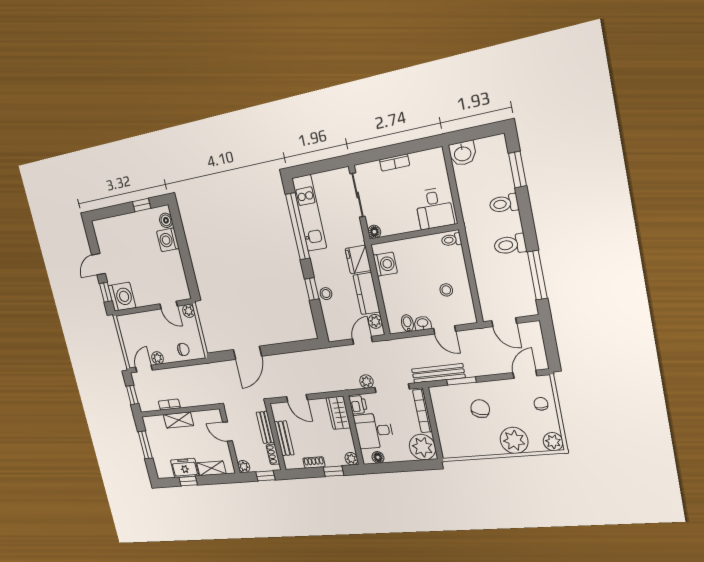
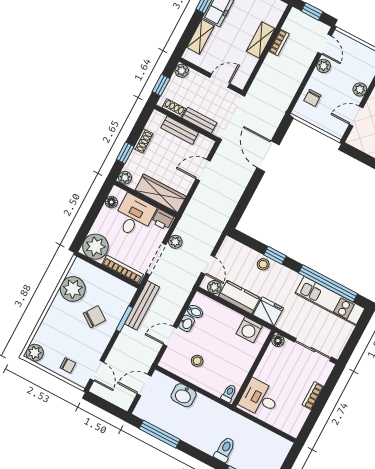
washbasin: (463, 153) -> (184, 395), moved, turned -90
toilet: (510, 245) -> (194, 432), removed
plant: (189, 311) -> (360, 89), moved
chair: (480, 409) -> (94, 317), turned -72
wardrobe: (338, 413) -> (161, 193), width x1.50
plant: (514, 440) -> (73, 289), moved

